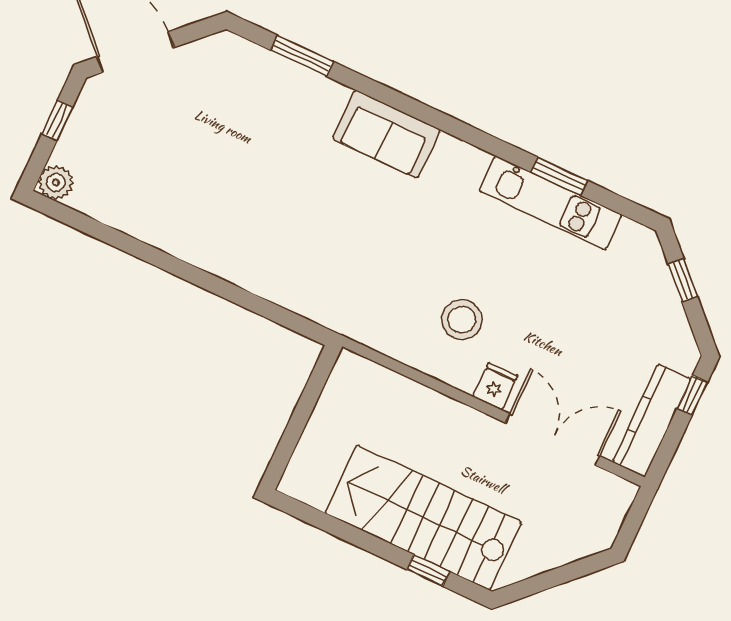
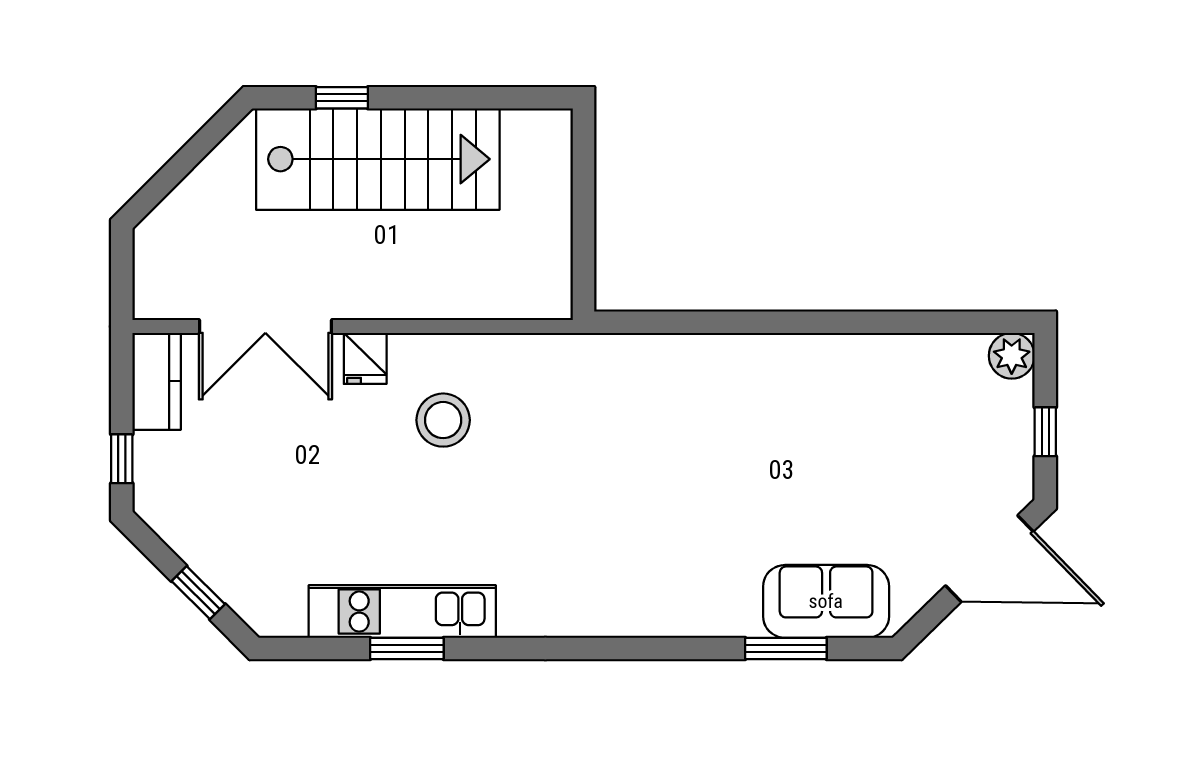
sofa: (386, 134) -> (826, 601), moved
kitchen counter: (652, 420) -> (157, 381), width x0.67

